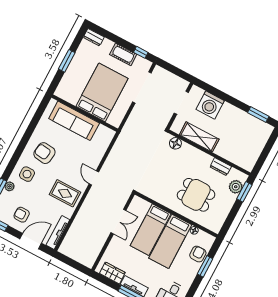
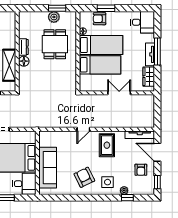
desk: (70, 88) -> (24, 184), added
floor lamp: (175, 143) -> (24, 61), moved
armchair: (44, 153) -> (84, 177), turned 147
dresser: (221, 167) -> (23, 47), moved
plant: (236, 187) -> (54, 17), moved
window: (244, 192) -> (57, 8), moved
double door: (118, 222) -> (119, 93), moved

